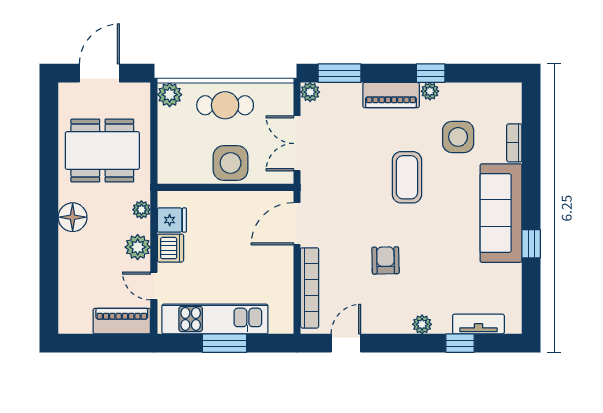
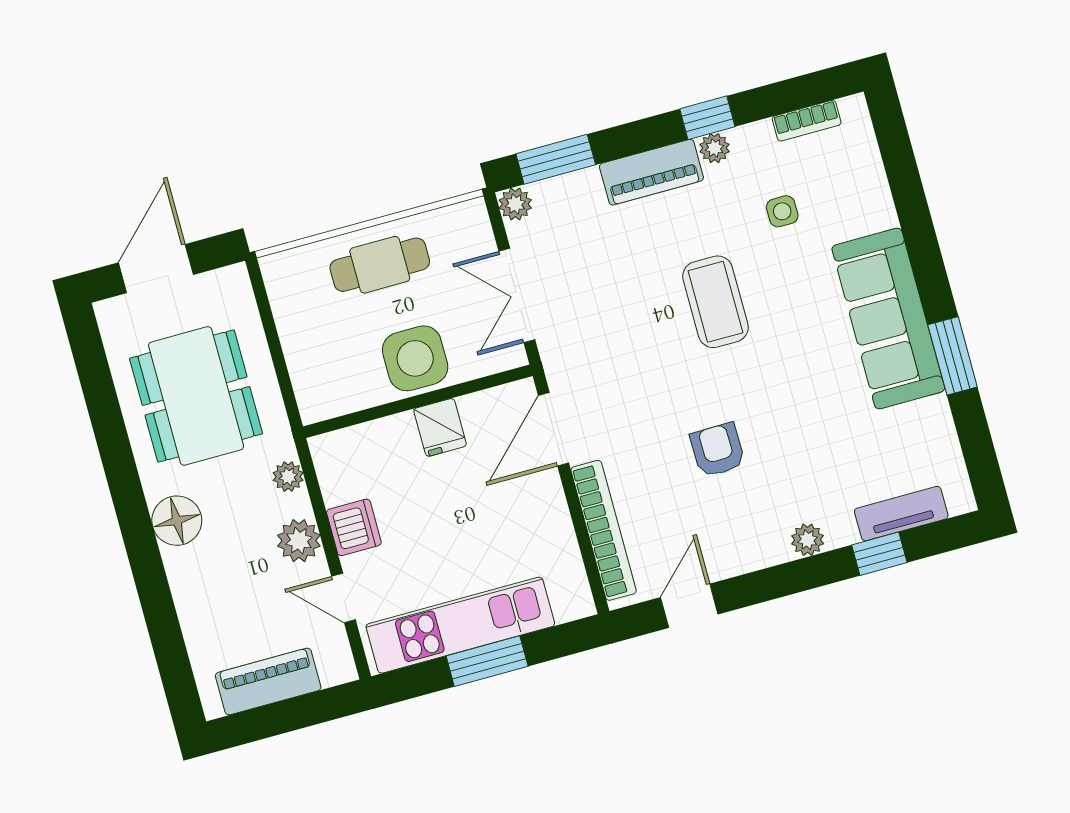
plant: (170, 95) -> (283, 272), removed
side table: (458, 137) -> (782, 211), width x0.54, depth x0.54
bookcase: (514, 143) -> (807, 121), moved, turned -90
dining table: (102, 151) -> (196, 396), turned 90
fridge: (172, 220) -> (440, 427), moved, turned 90
window: (531, 244) -> (953, 356), width x1.50
piano: (122, 321) -> (268, 682), moved

